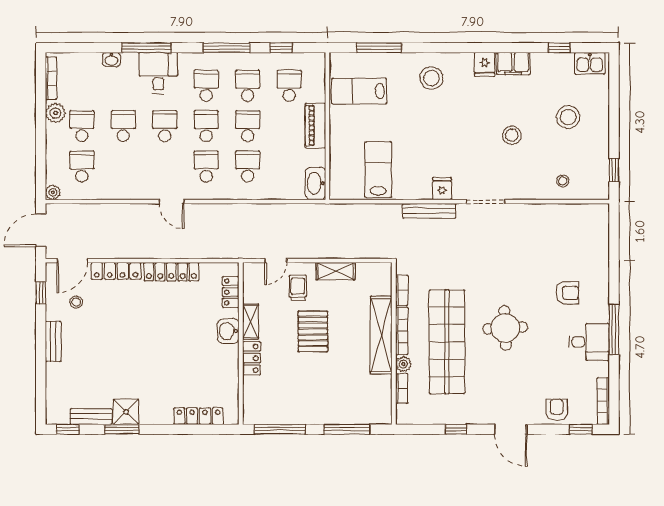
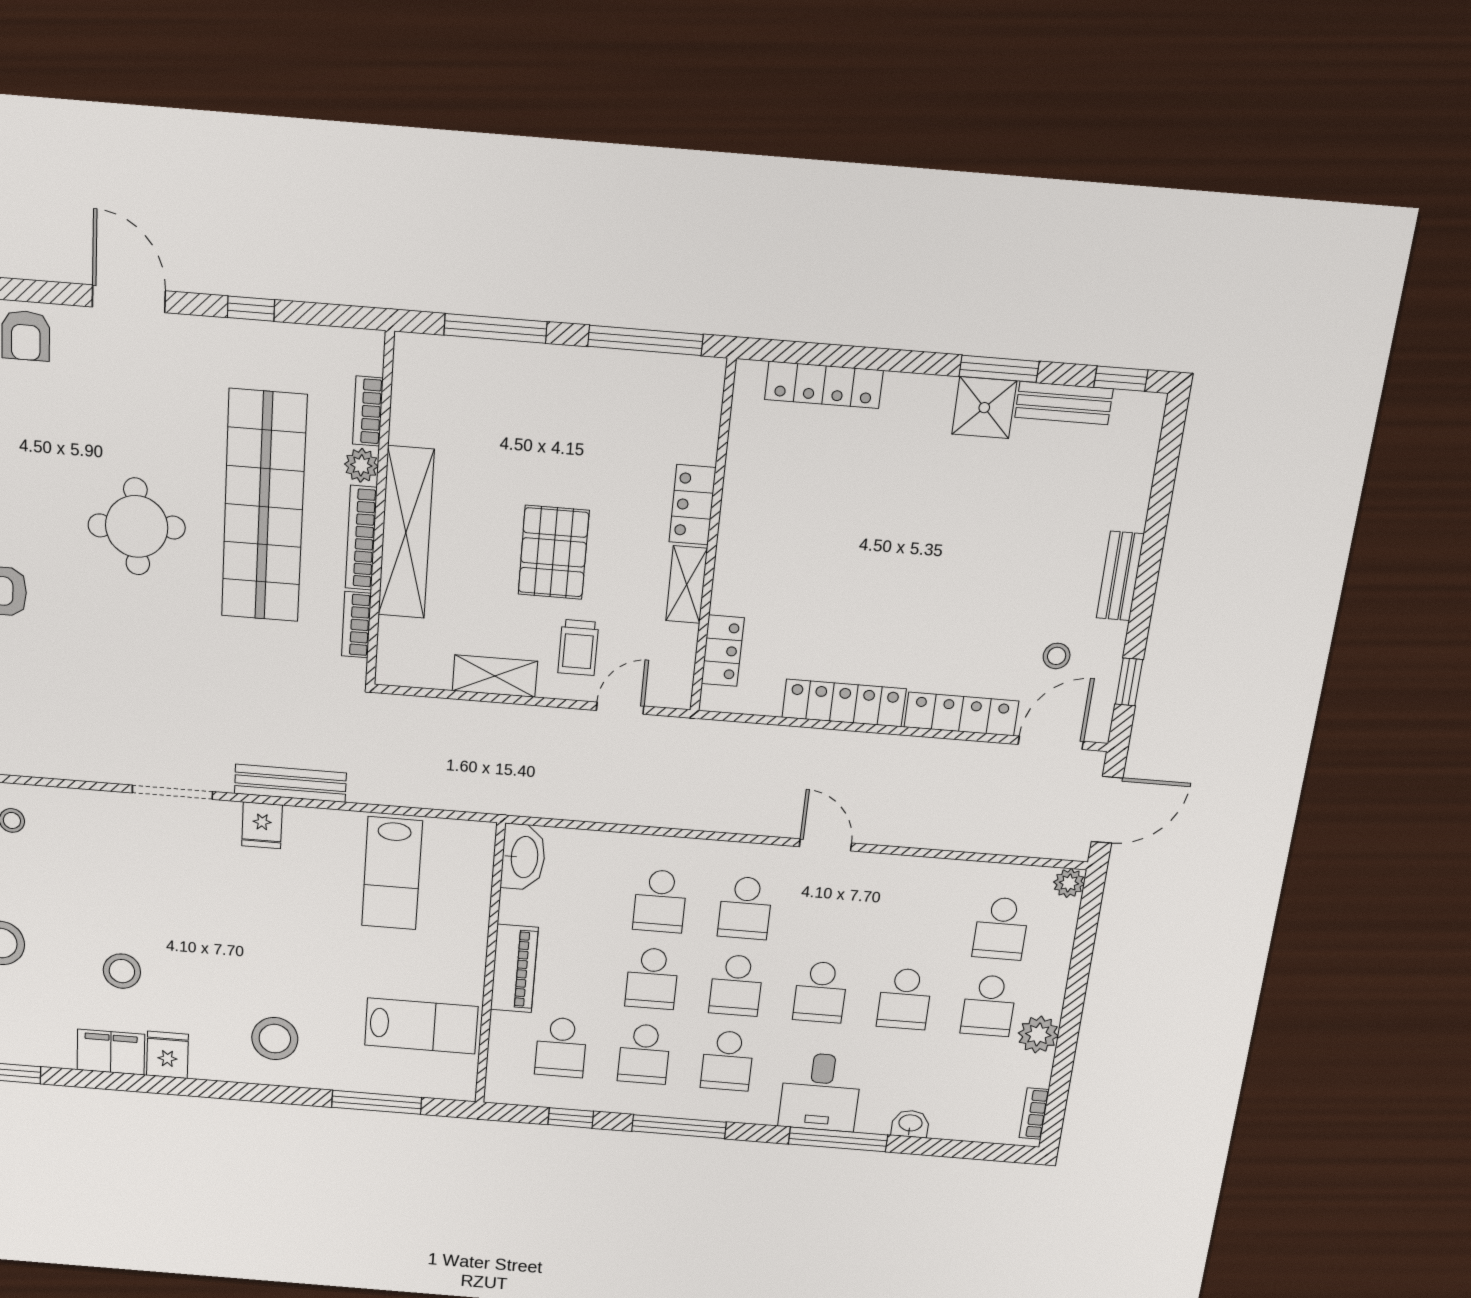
bookcase: (51, 78) -> (1034, 1114), width x0.64
stool: (512, 135) -> (122, 971), moved
washbasin: (228, 331) -> (737, 568), removed

